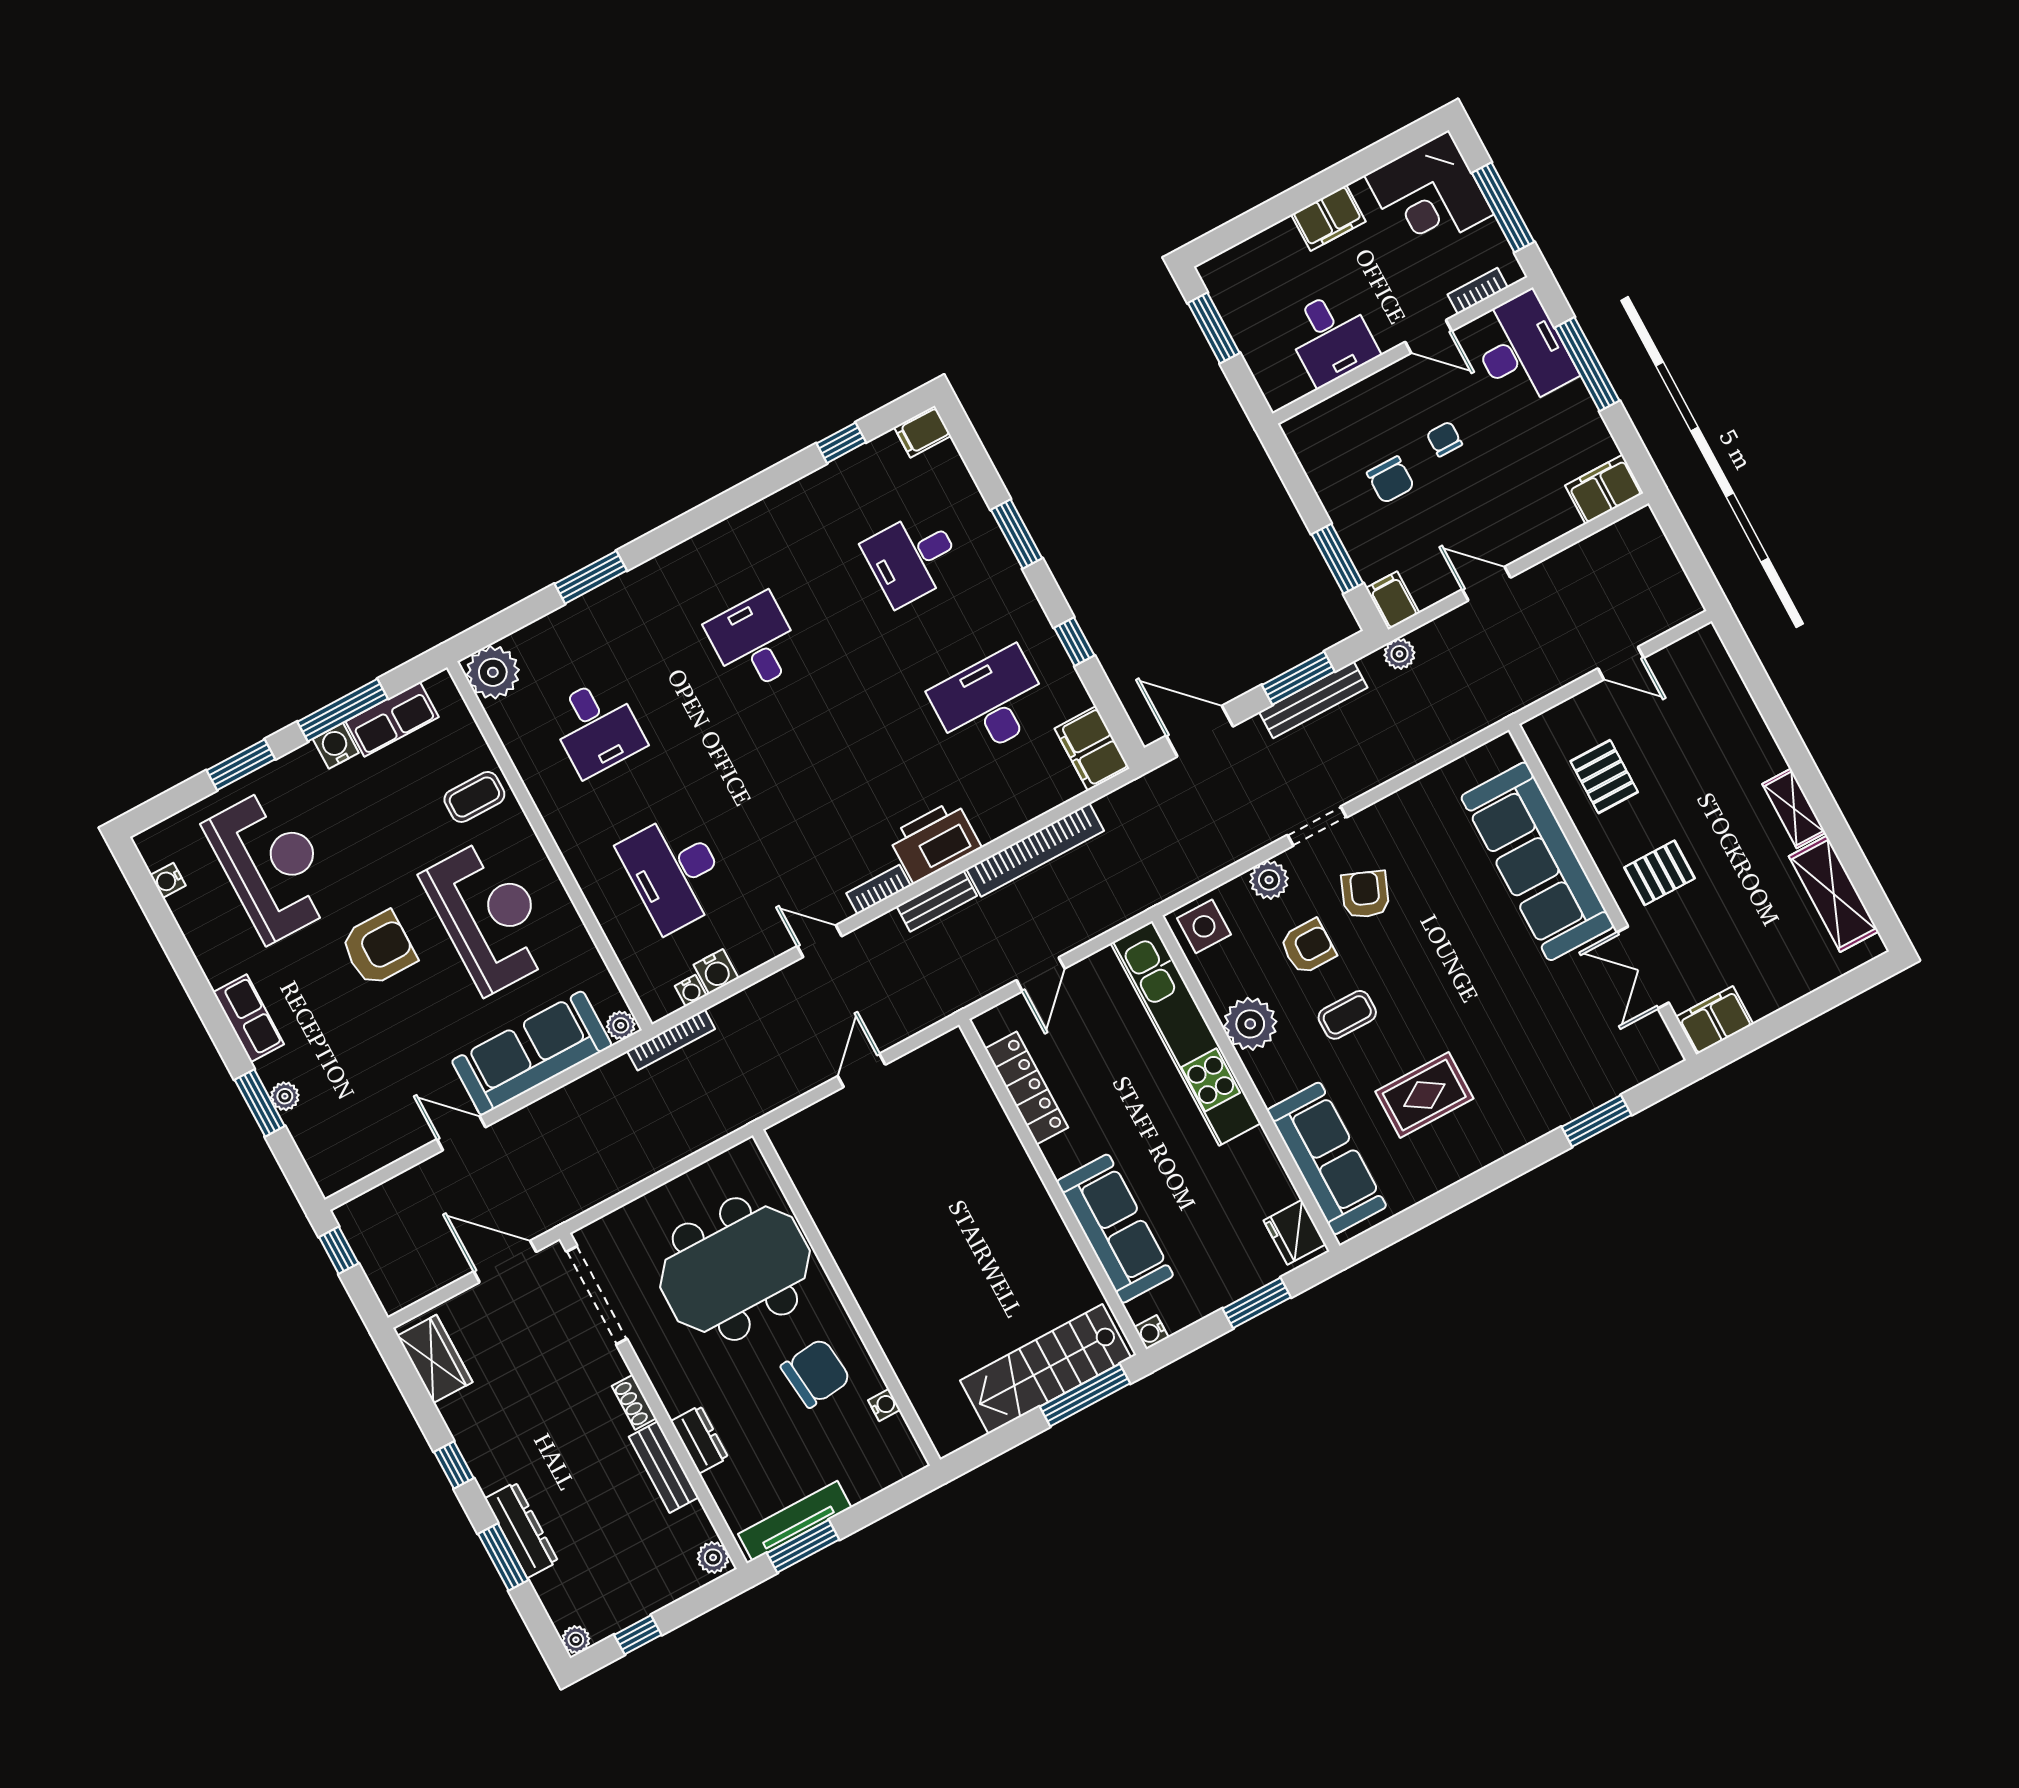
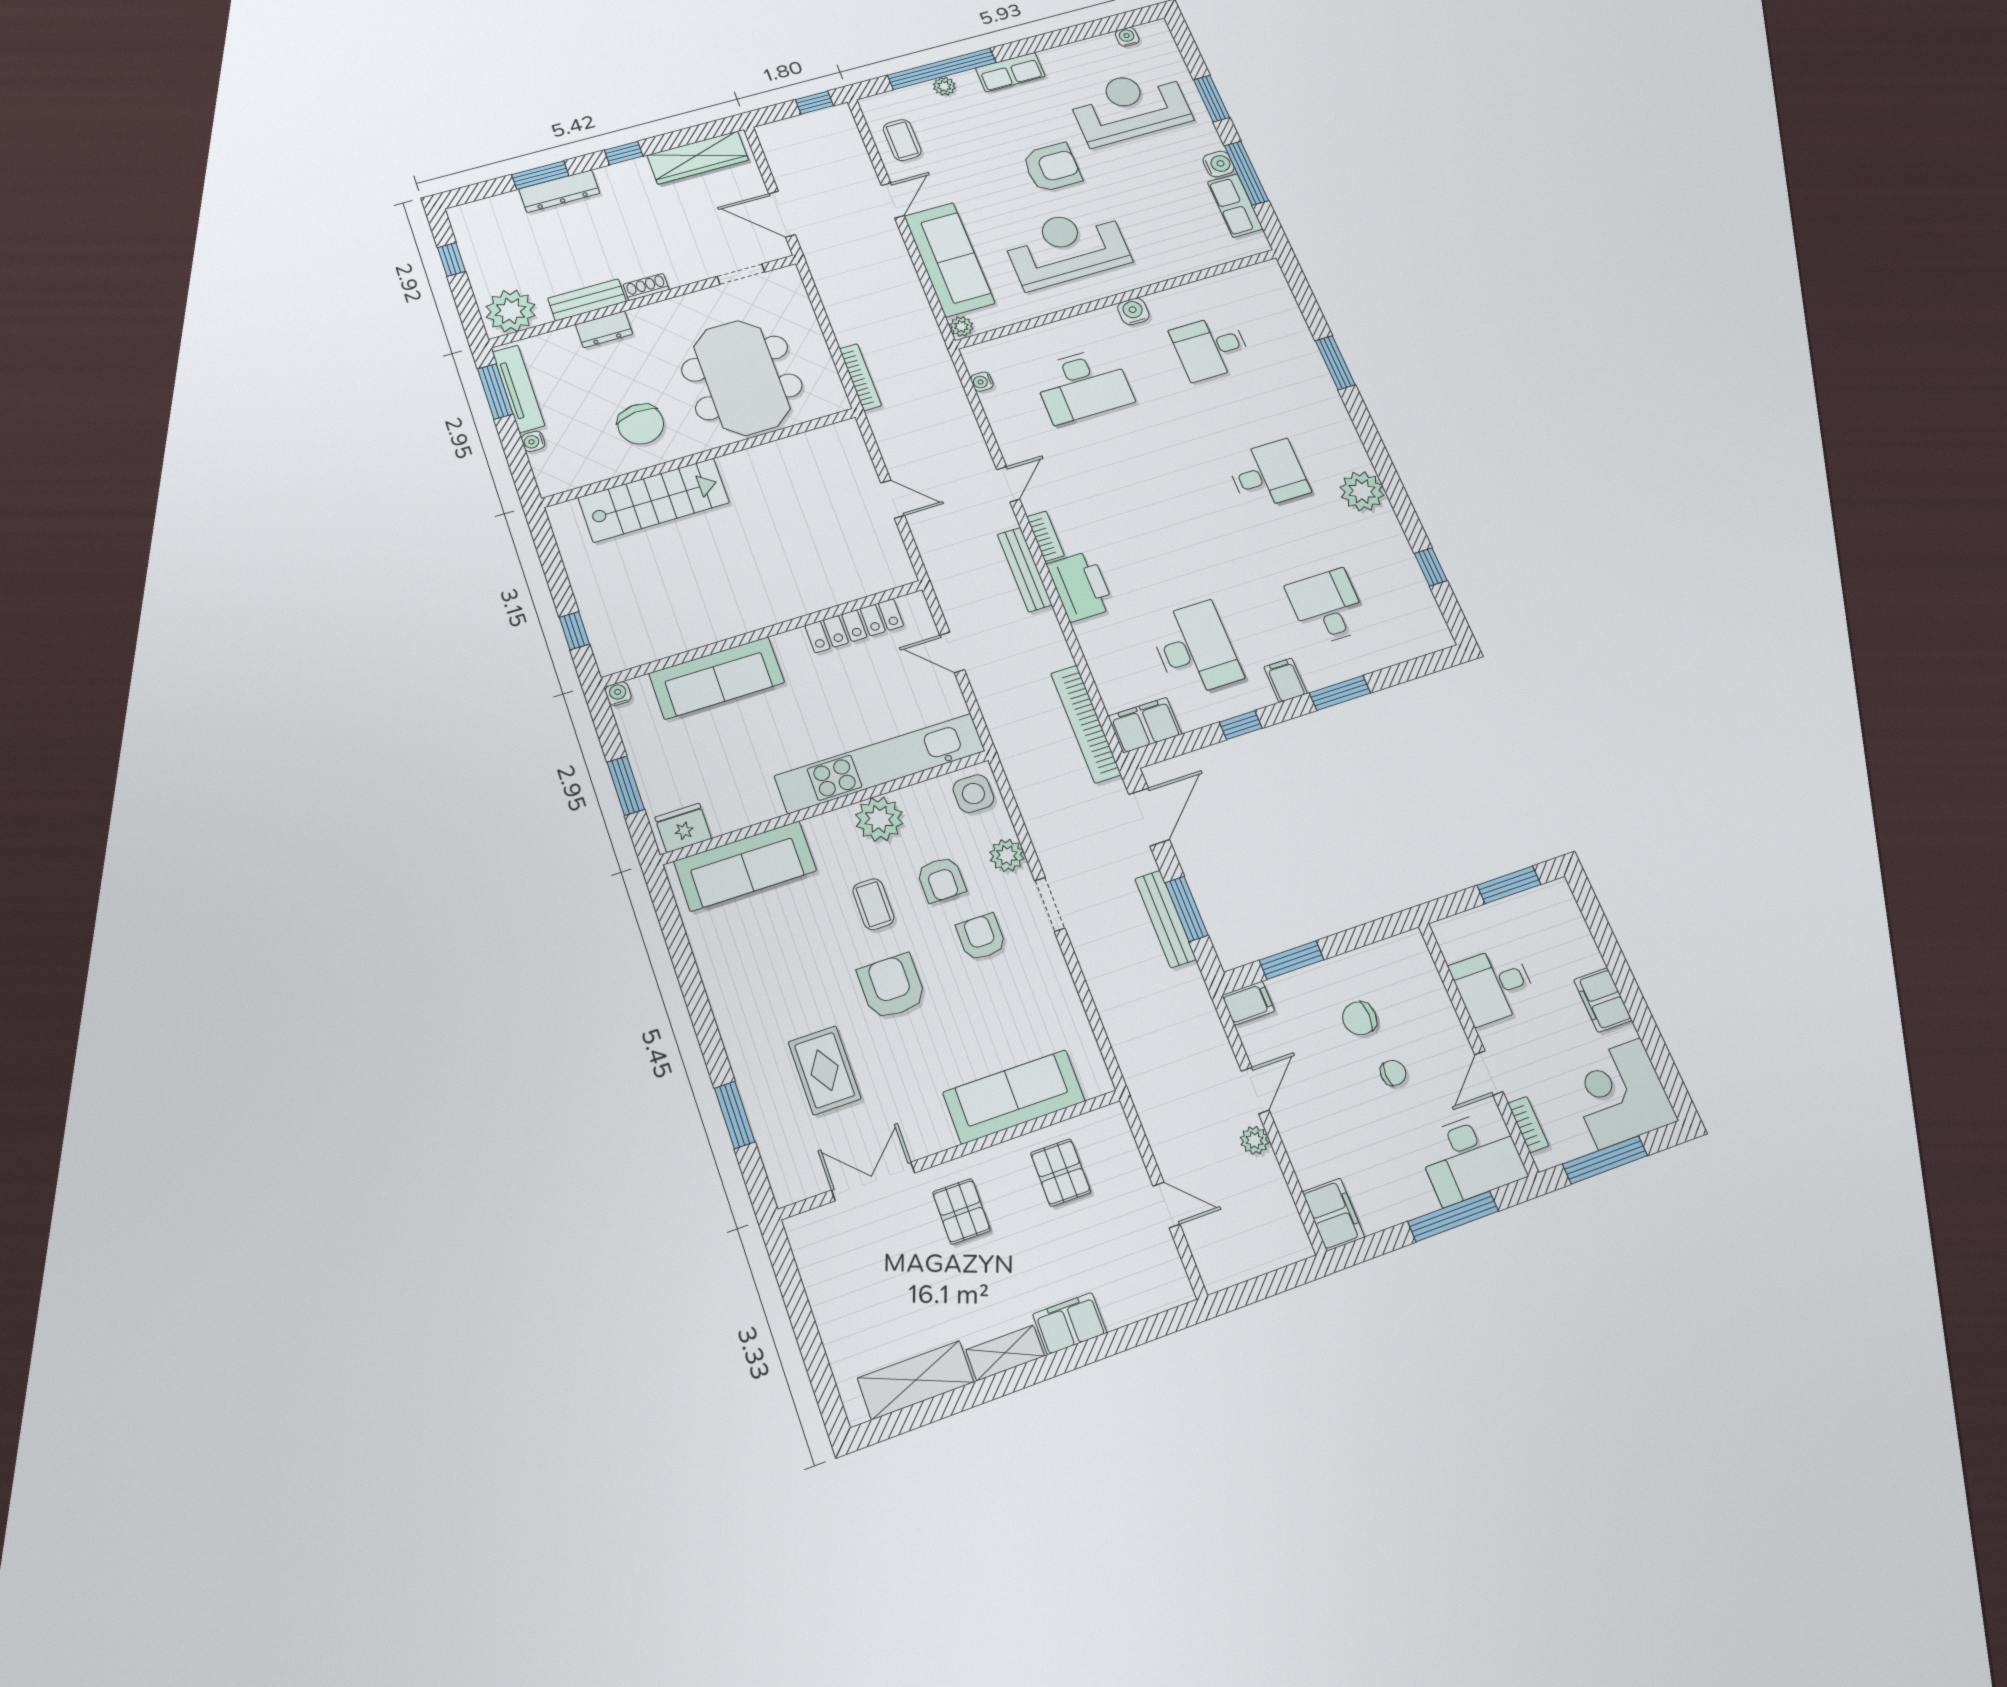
filing cabinet: (923, 432) -> (1286, 680), moved
plant: (1399, 654) -> (1255, 1140), moved
door: (1621, 663) -> (1166, 1205), swing flipped
plant: (493, 672) -> (1362, 491), moved
pallet: (1604, 777) -> (1061, 1173), turned 90
coffee table: (474, 797) -> (902, 140), moved
bookcase: (1035, 850) -> (1086, 724), moved
sofa: (1537, 861) -> (1014, 1097), width x0.74, depth x0.79
reception desk: (272, 865) -> (1130, 106), turned 180
desk: (674, 872) -> (1083, 385), turned 180
armchair: (1365, 895) -> (981, 937), turned -112
bench: (937, 901) -> (1025, 570), width x1.36
reception desk: (489, 916) -> (1067, 247), turned 180
armchair: (379, 948) -> (1052, 167), turned -90
water cooler: (716, 971) -> (1133, 311), moved, turned 90
armchair: (1435, 981) -> (892, 986), added
filing cabinet: (1714, 1020) -> (1070, 1323), moved, turned -90
bookcase: (671, 1040) -> (860, 377), moved, turned 180
rug: (1424, 1095) -> (825, 1070), moved
window: (260, 1103) -> (942, 69), width x2.11
door: (505, 1262) -> (782, 214), swing flipped
doorway: (597, 1295) -> (741, 274), width x0.53
wardrobe: (435, 1359) -> (698, 158), width x1.50
stairs: (1045, 1369) -> (654, 500), moved, turned 90
window: (1085, 1395) -> (574, 631), width x0.46
water cooler: (884, 1405) -> (533, 441), moved, turned 90
plant: (713, 1557) -> (511, 311), width x1.87, depth x1.87
plant: (576, 1640) -> (459, 215), removed

